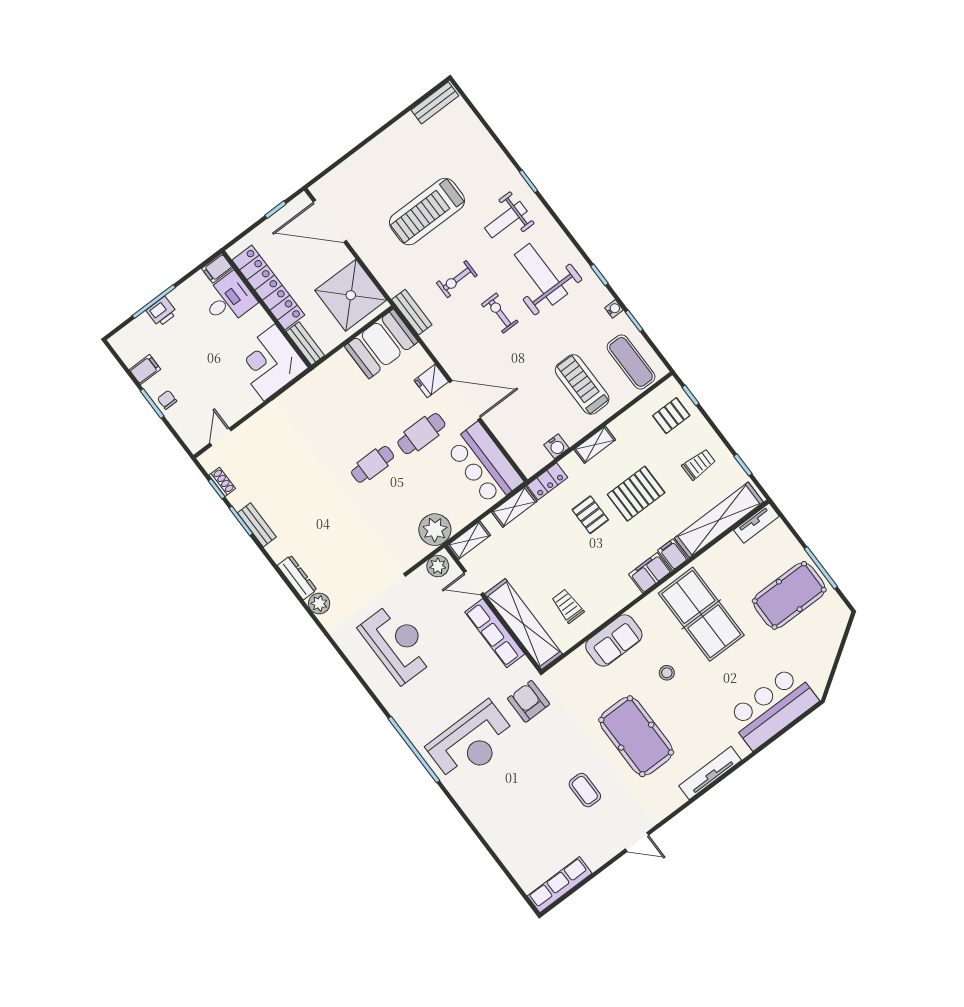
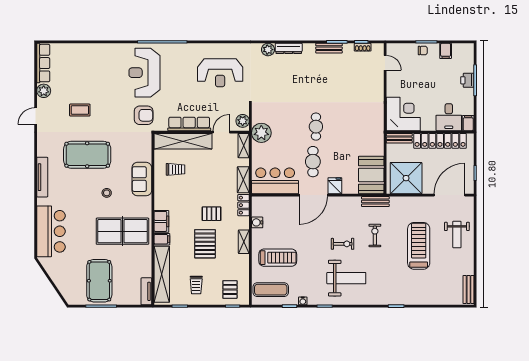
weight bench: (506, 220) -> (457, 234), moved, turned 180
plant: (596, 857) -> (44, 91), added

